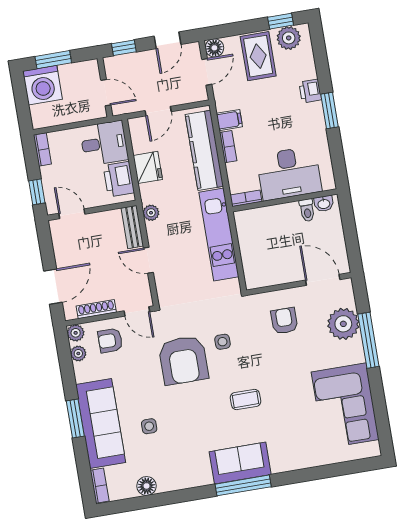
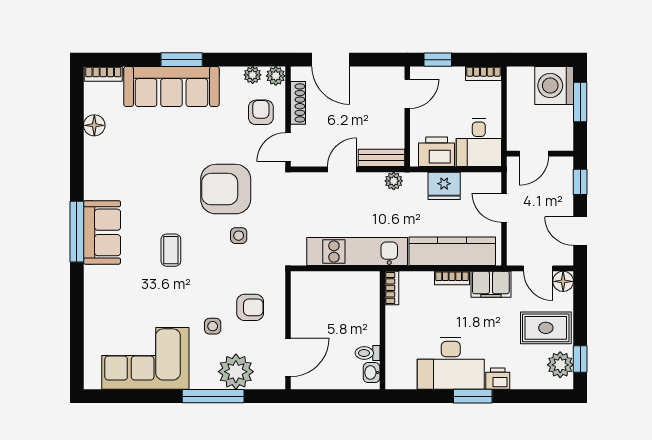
filing cabinet: (229, 120) -> (491, 284), width x2.00
desk: (289, 173) -> (451, 363), moved, turned -90
side table: (149, 426) -> (213, 326), moved

